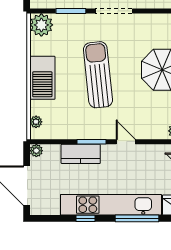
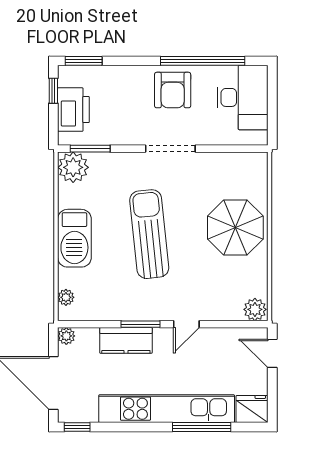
window: (71, 11) -> (90, 149), moved
door: (126, 142) -> (186, 324), swing flipped
window: (85, 218) -> (77, 427), moved

